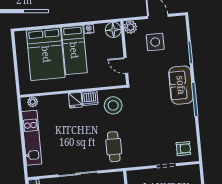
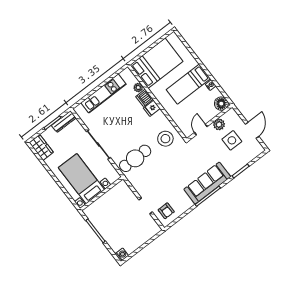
plant: (130, 27) -> (219, 124), moved
bed: (46, 54) -> (156, 63), moved, turned 180
sofa: (181, 85) -> (207, 183), width x1.36
dishwasher: (90, 98) -> (144, 98), moved
plant: (33, 102) -> (138, 88), moved
cafe table: (114, 147) -> (135, 158), width x1.37, depth x1.35

